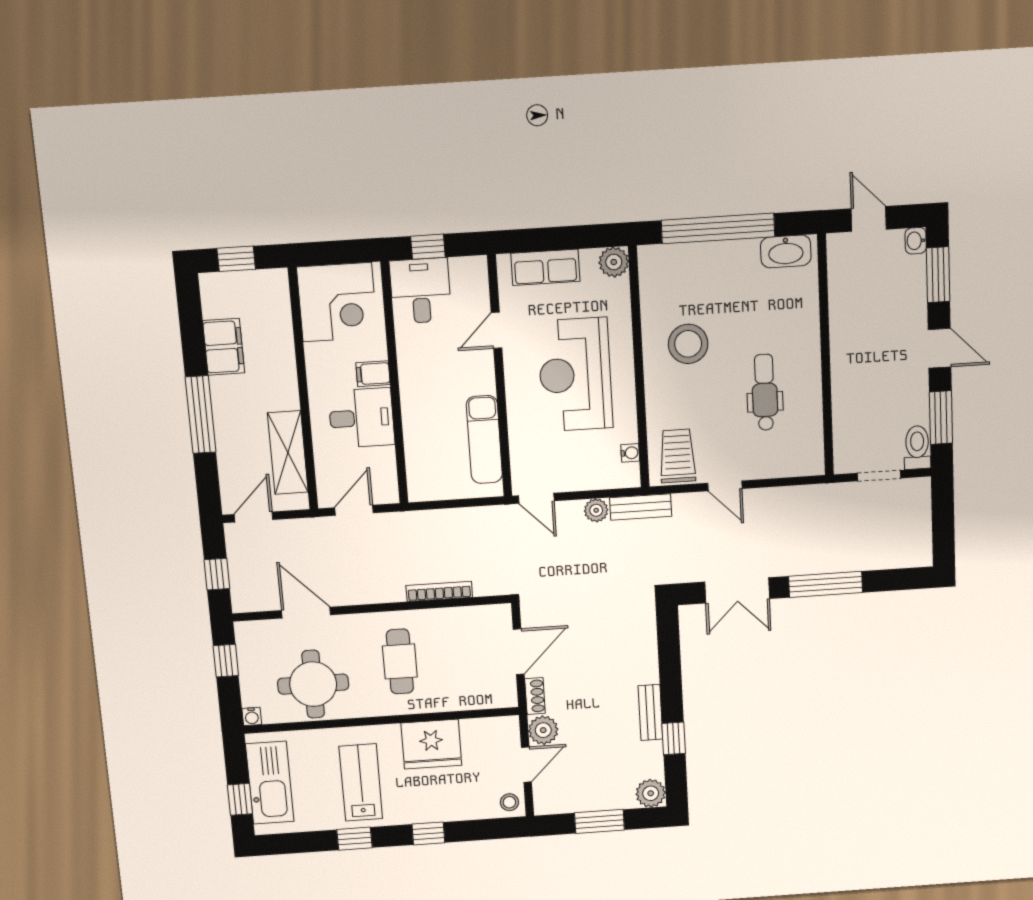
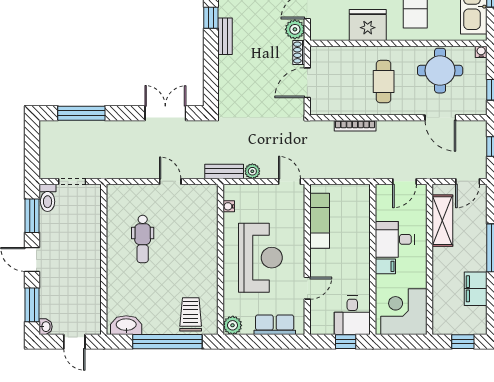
stool: (688, 344) -> (189, 272), removed
trolley: (677, 456) -> (191, 314), moved, turned 180
window: (826, 584) -> (81, 113), moved

